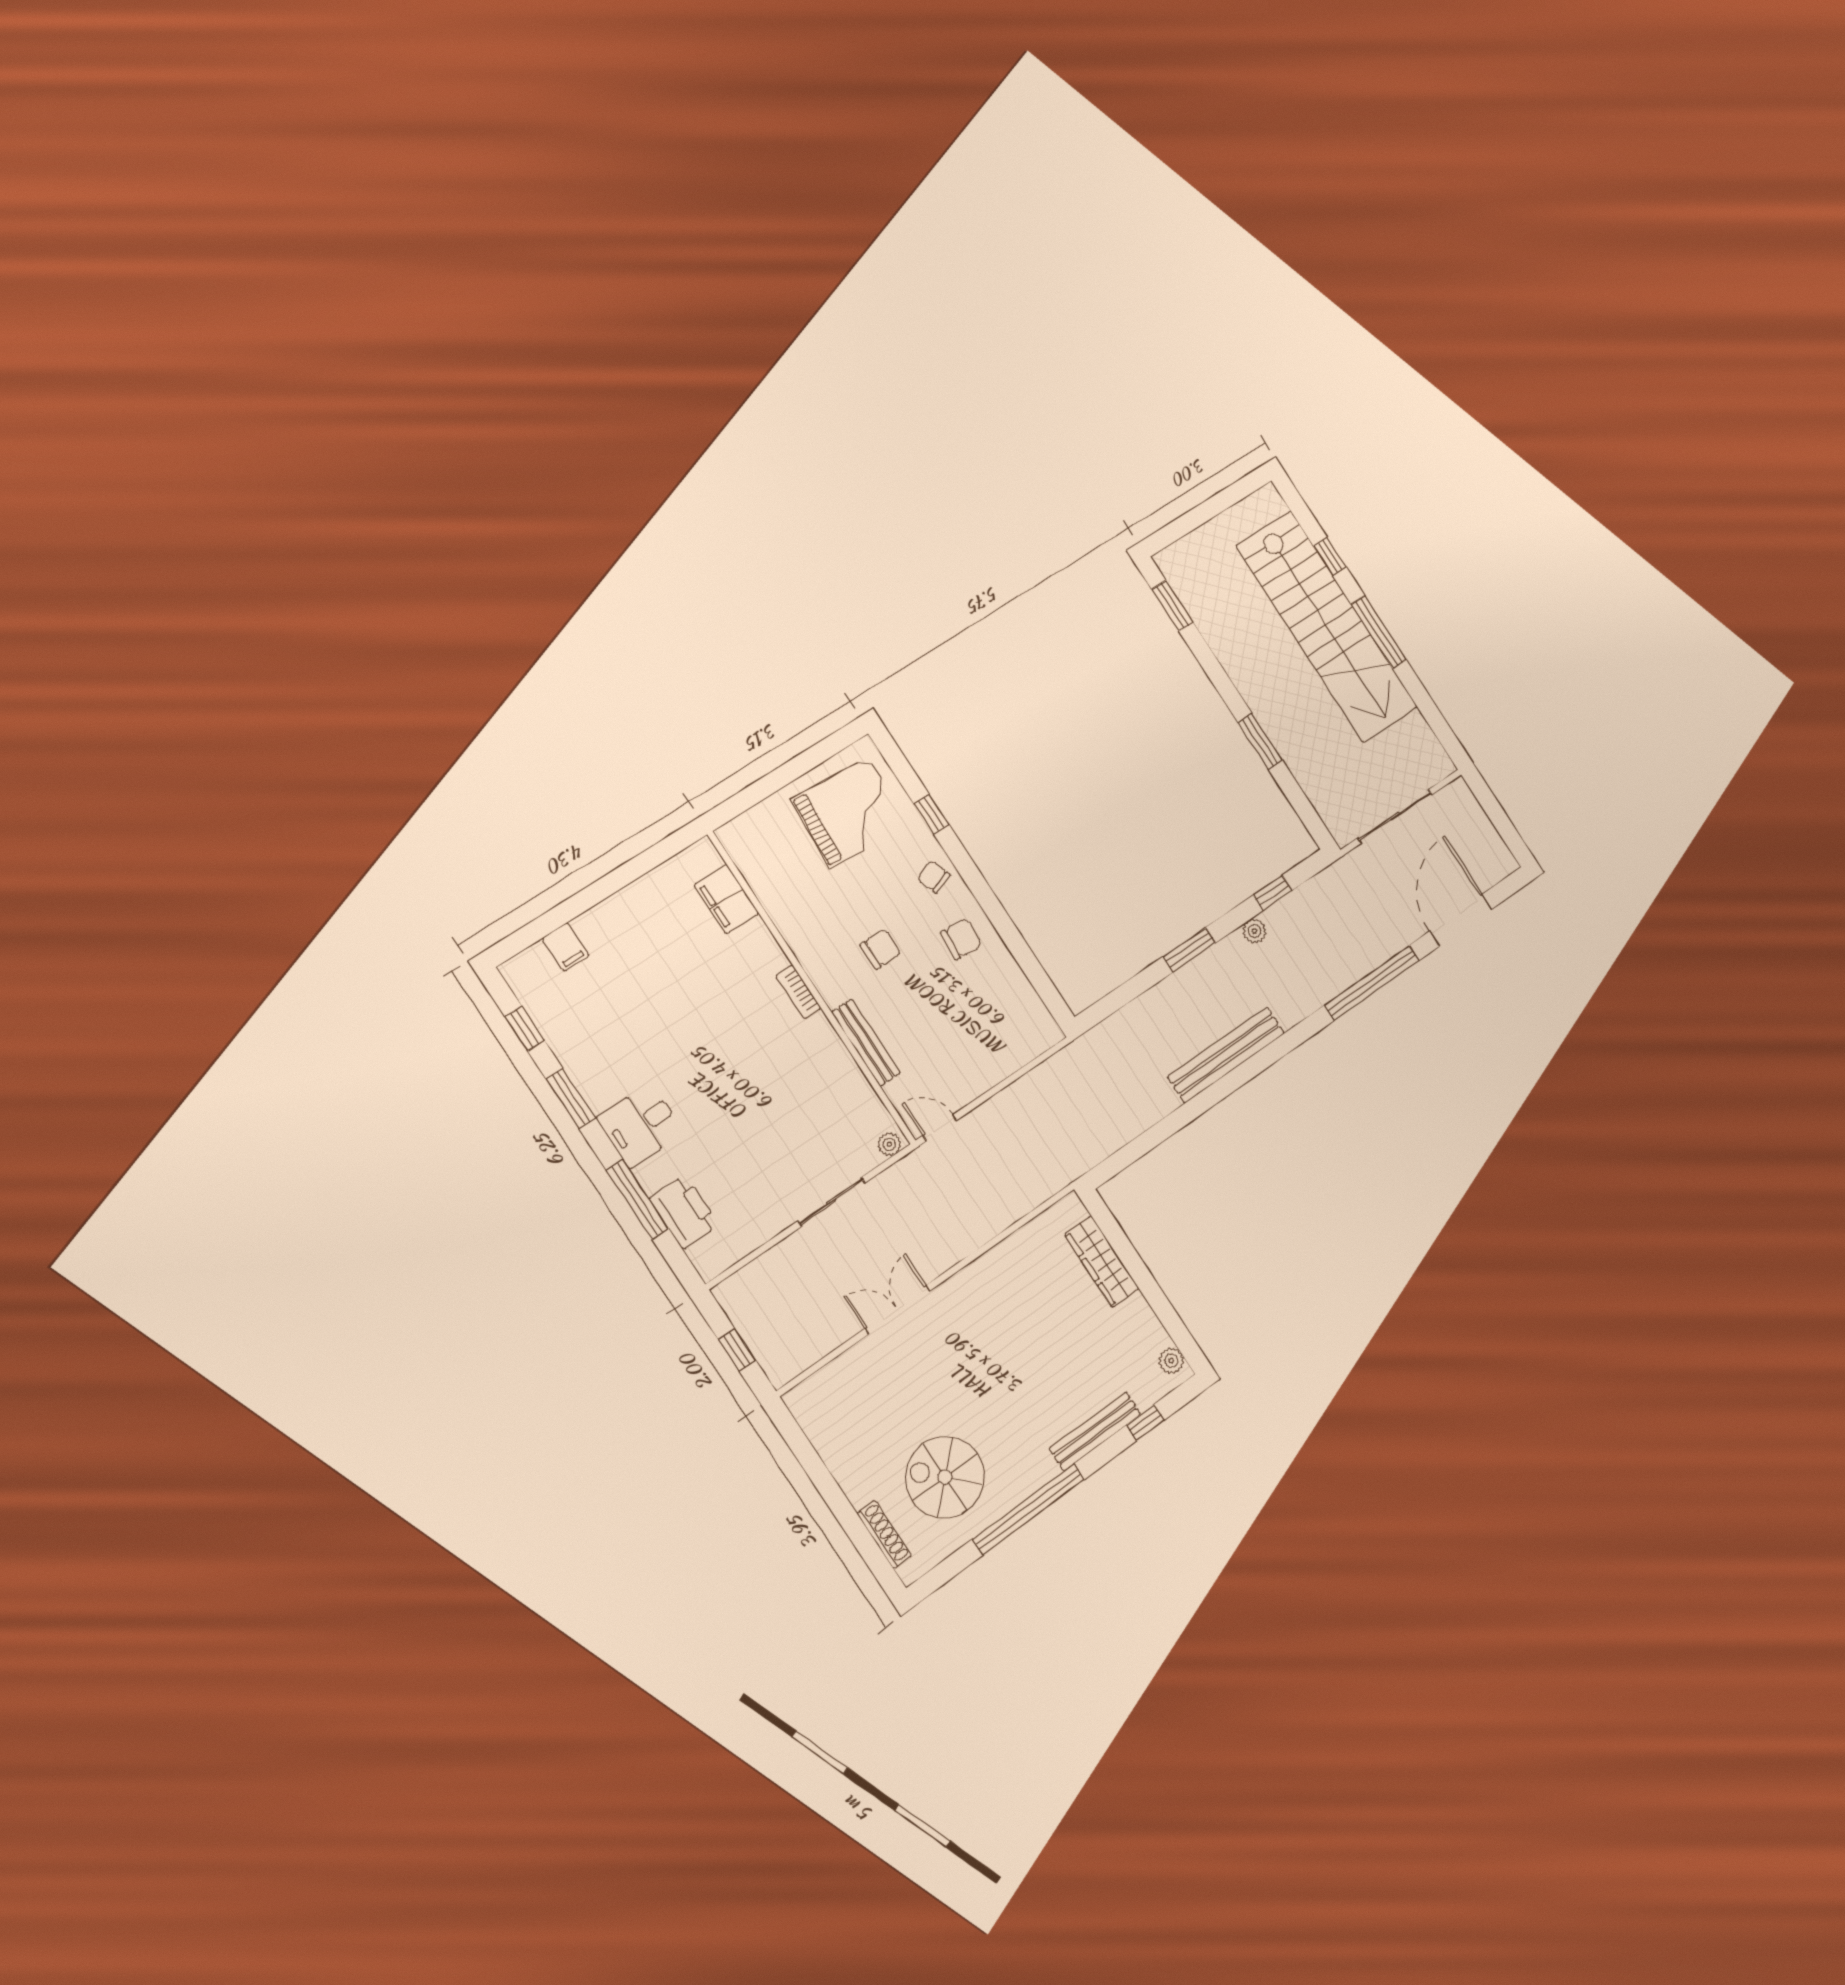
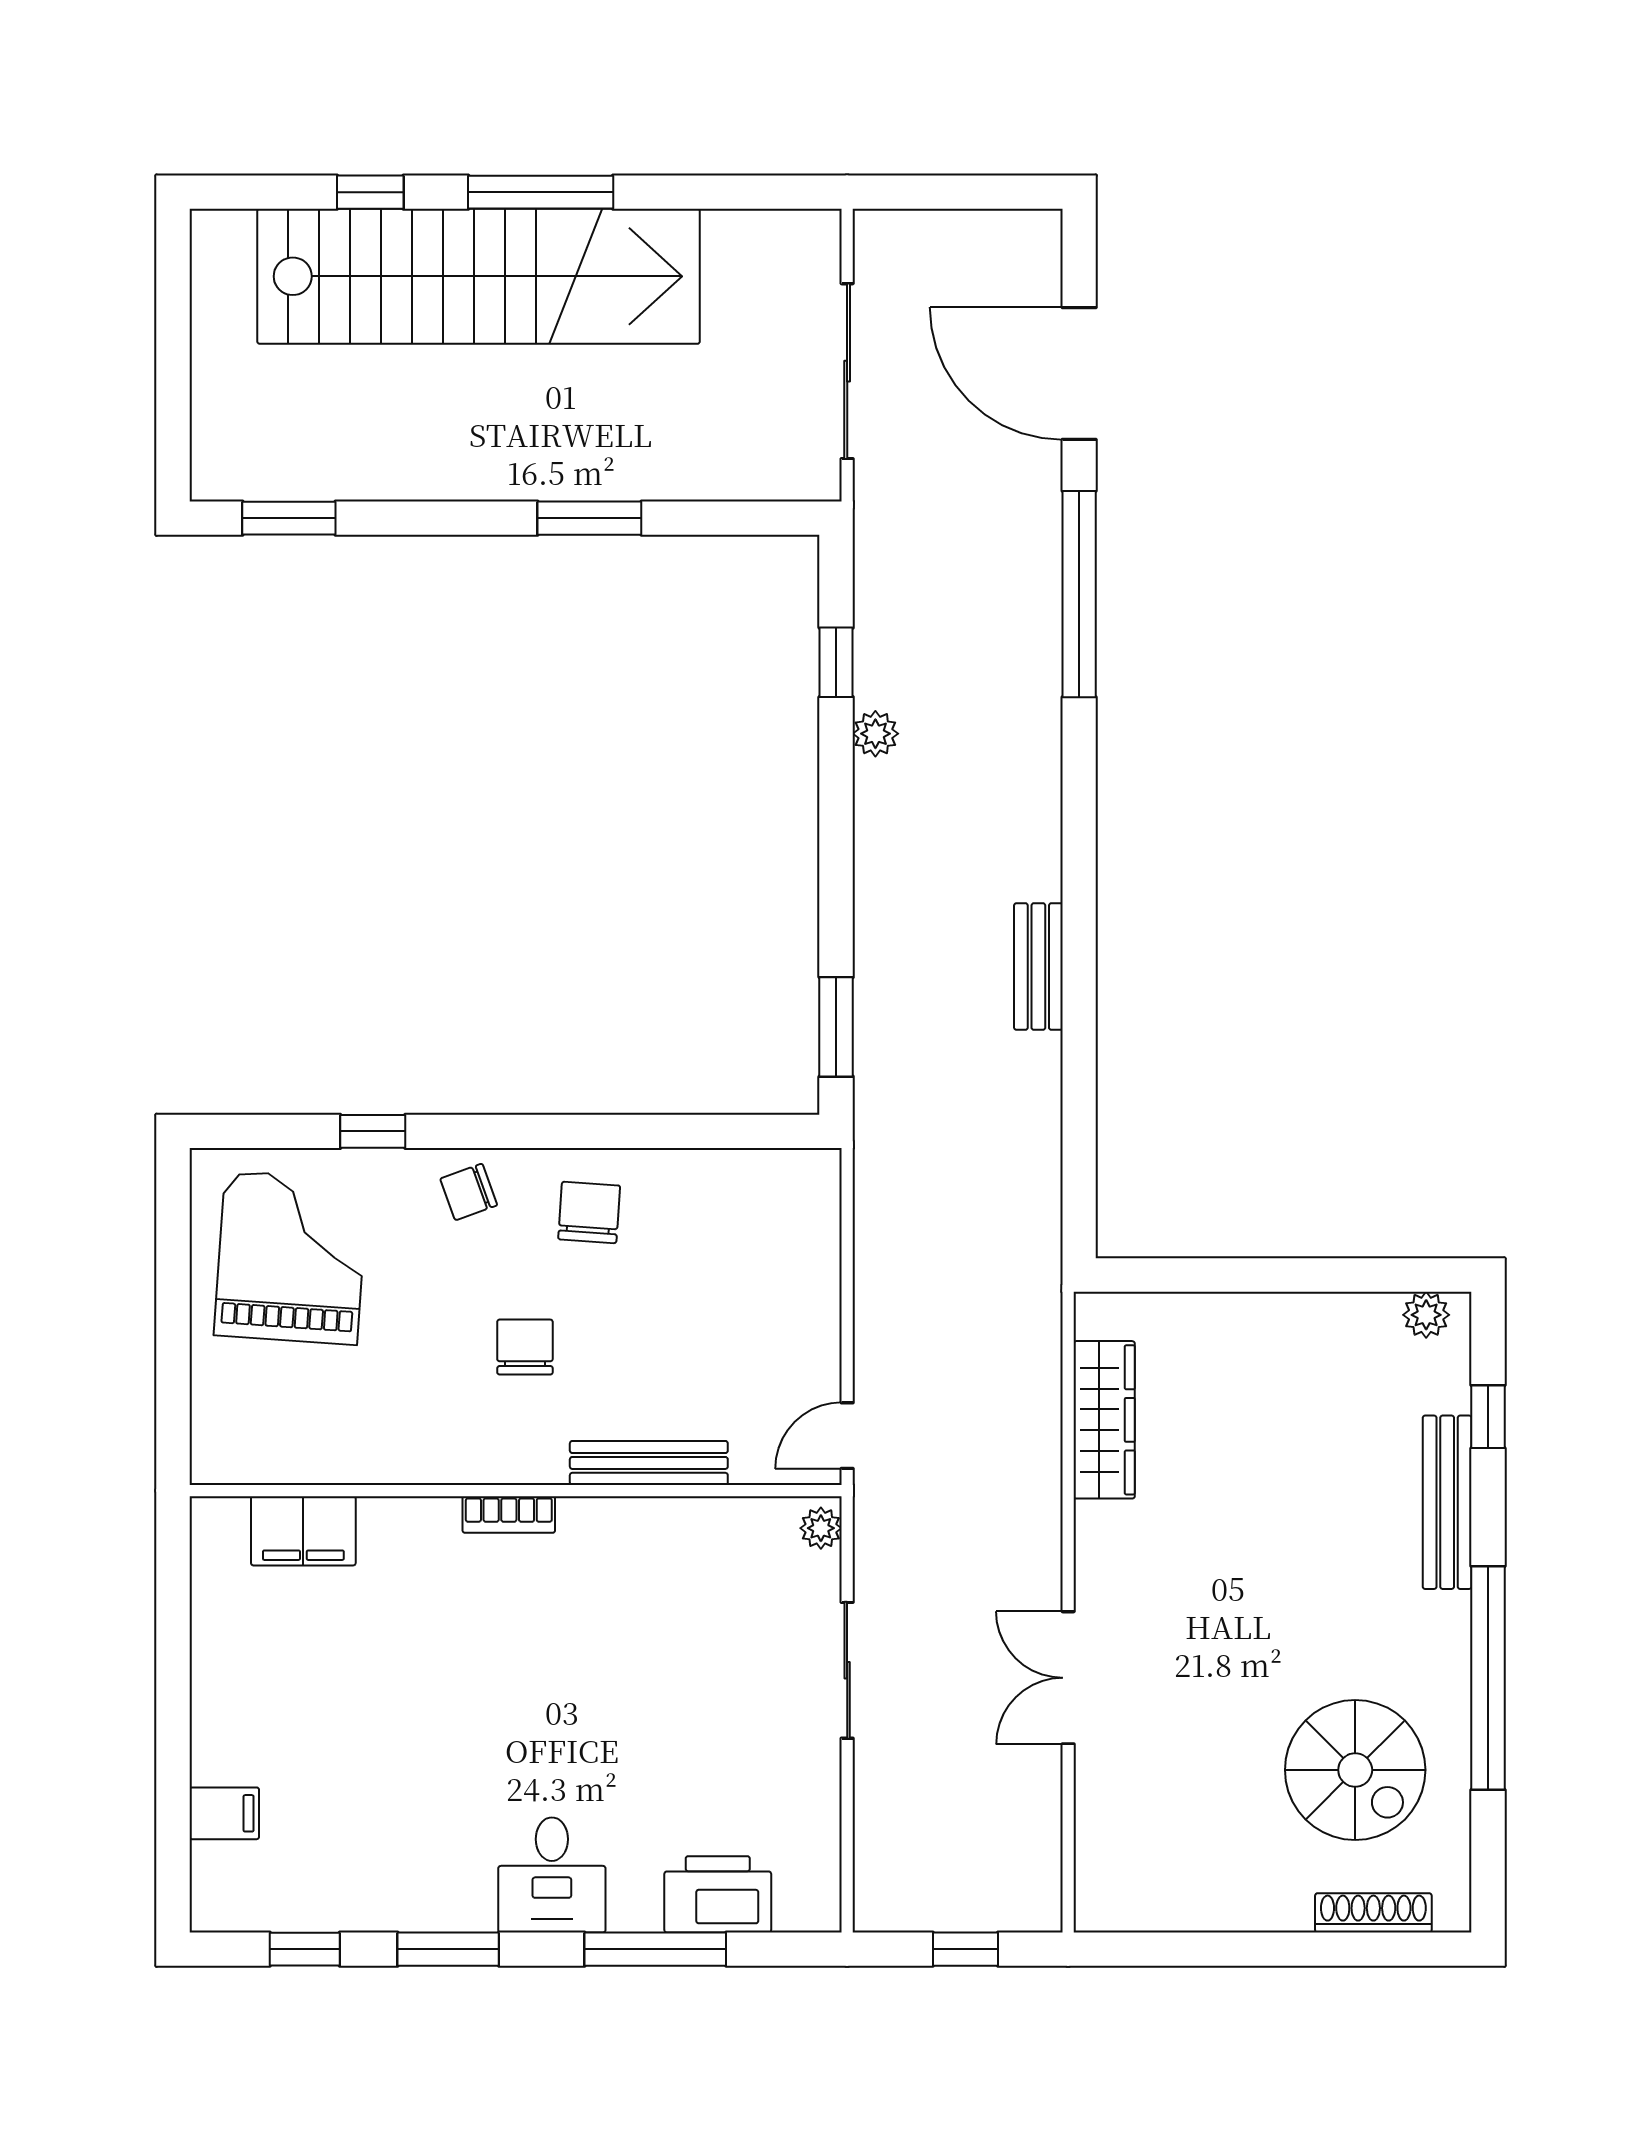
window: (1189, 950) -> (836, 1027), moved
bench: (1226, 1055) -> (1038, 967), width x0.54, depth x0.82
wardrobe: (1102, 1262) -> (1104, 1420), moved, turned -90
spiral stairs: (945, 1477) -> (1355, 1770), turned -90

